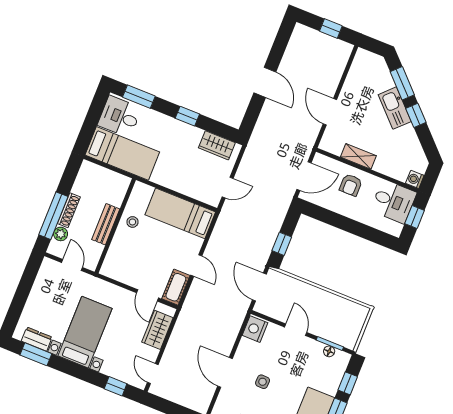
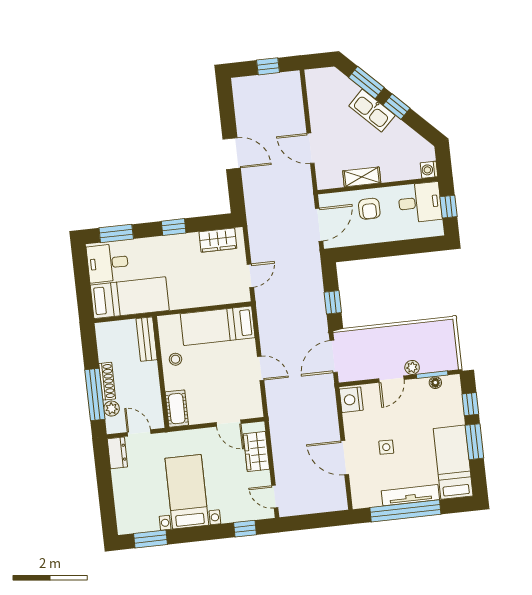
bench: (106, 224) -> (147, 339), moved
cot: (176, 287) -> (177, 409), moved
door: (259, 287) -> (334, 356), hinge flipped
plant: (317, 329) -> (412, 367), added
door: (296, 330) -> (391, 379), swing flipped
dresser: (37, 339) -> (117, 453), moved, turned 90

